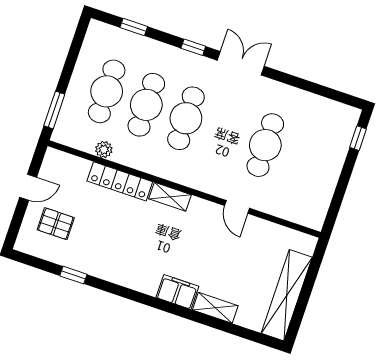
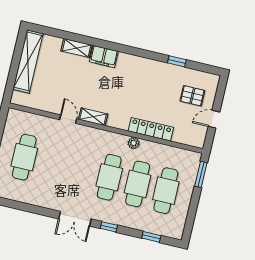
cafe table: (265, 145) -> (24, 157), moved
plant: (104, 150) -> (134, 143), moved
shelving: (170, 197) -> (93, 117), moved

